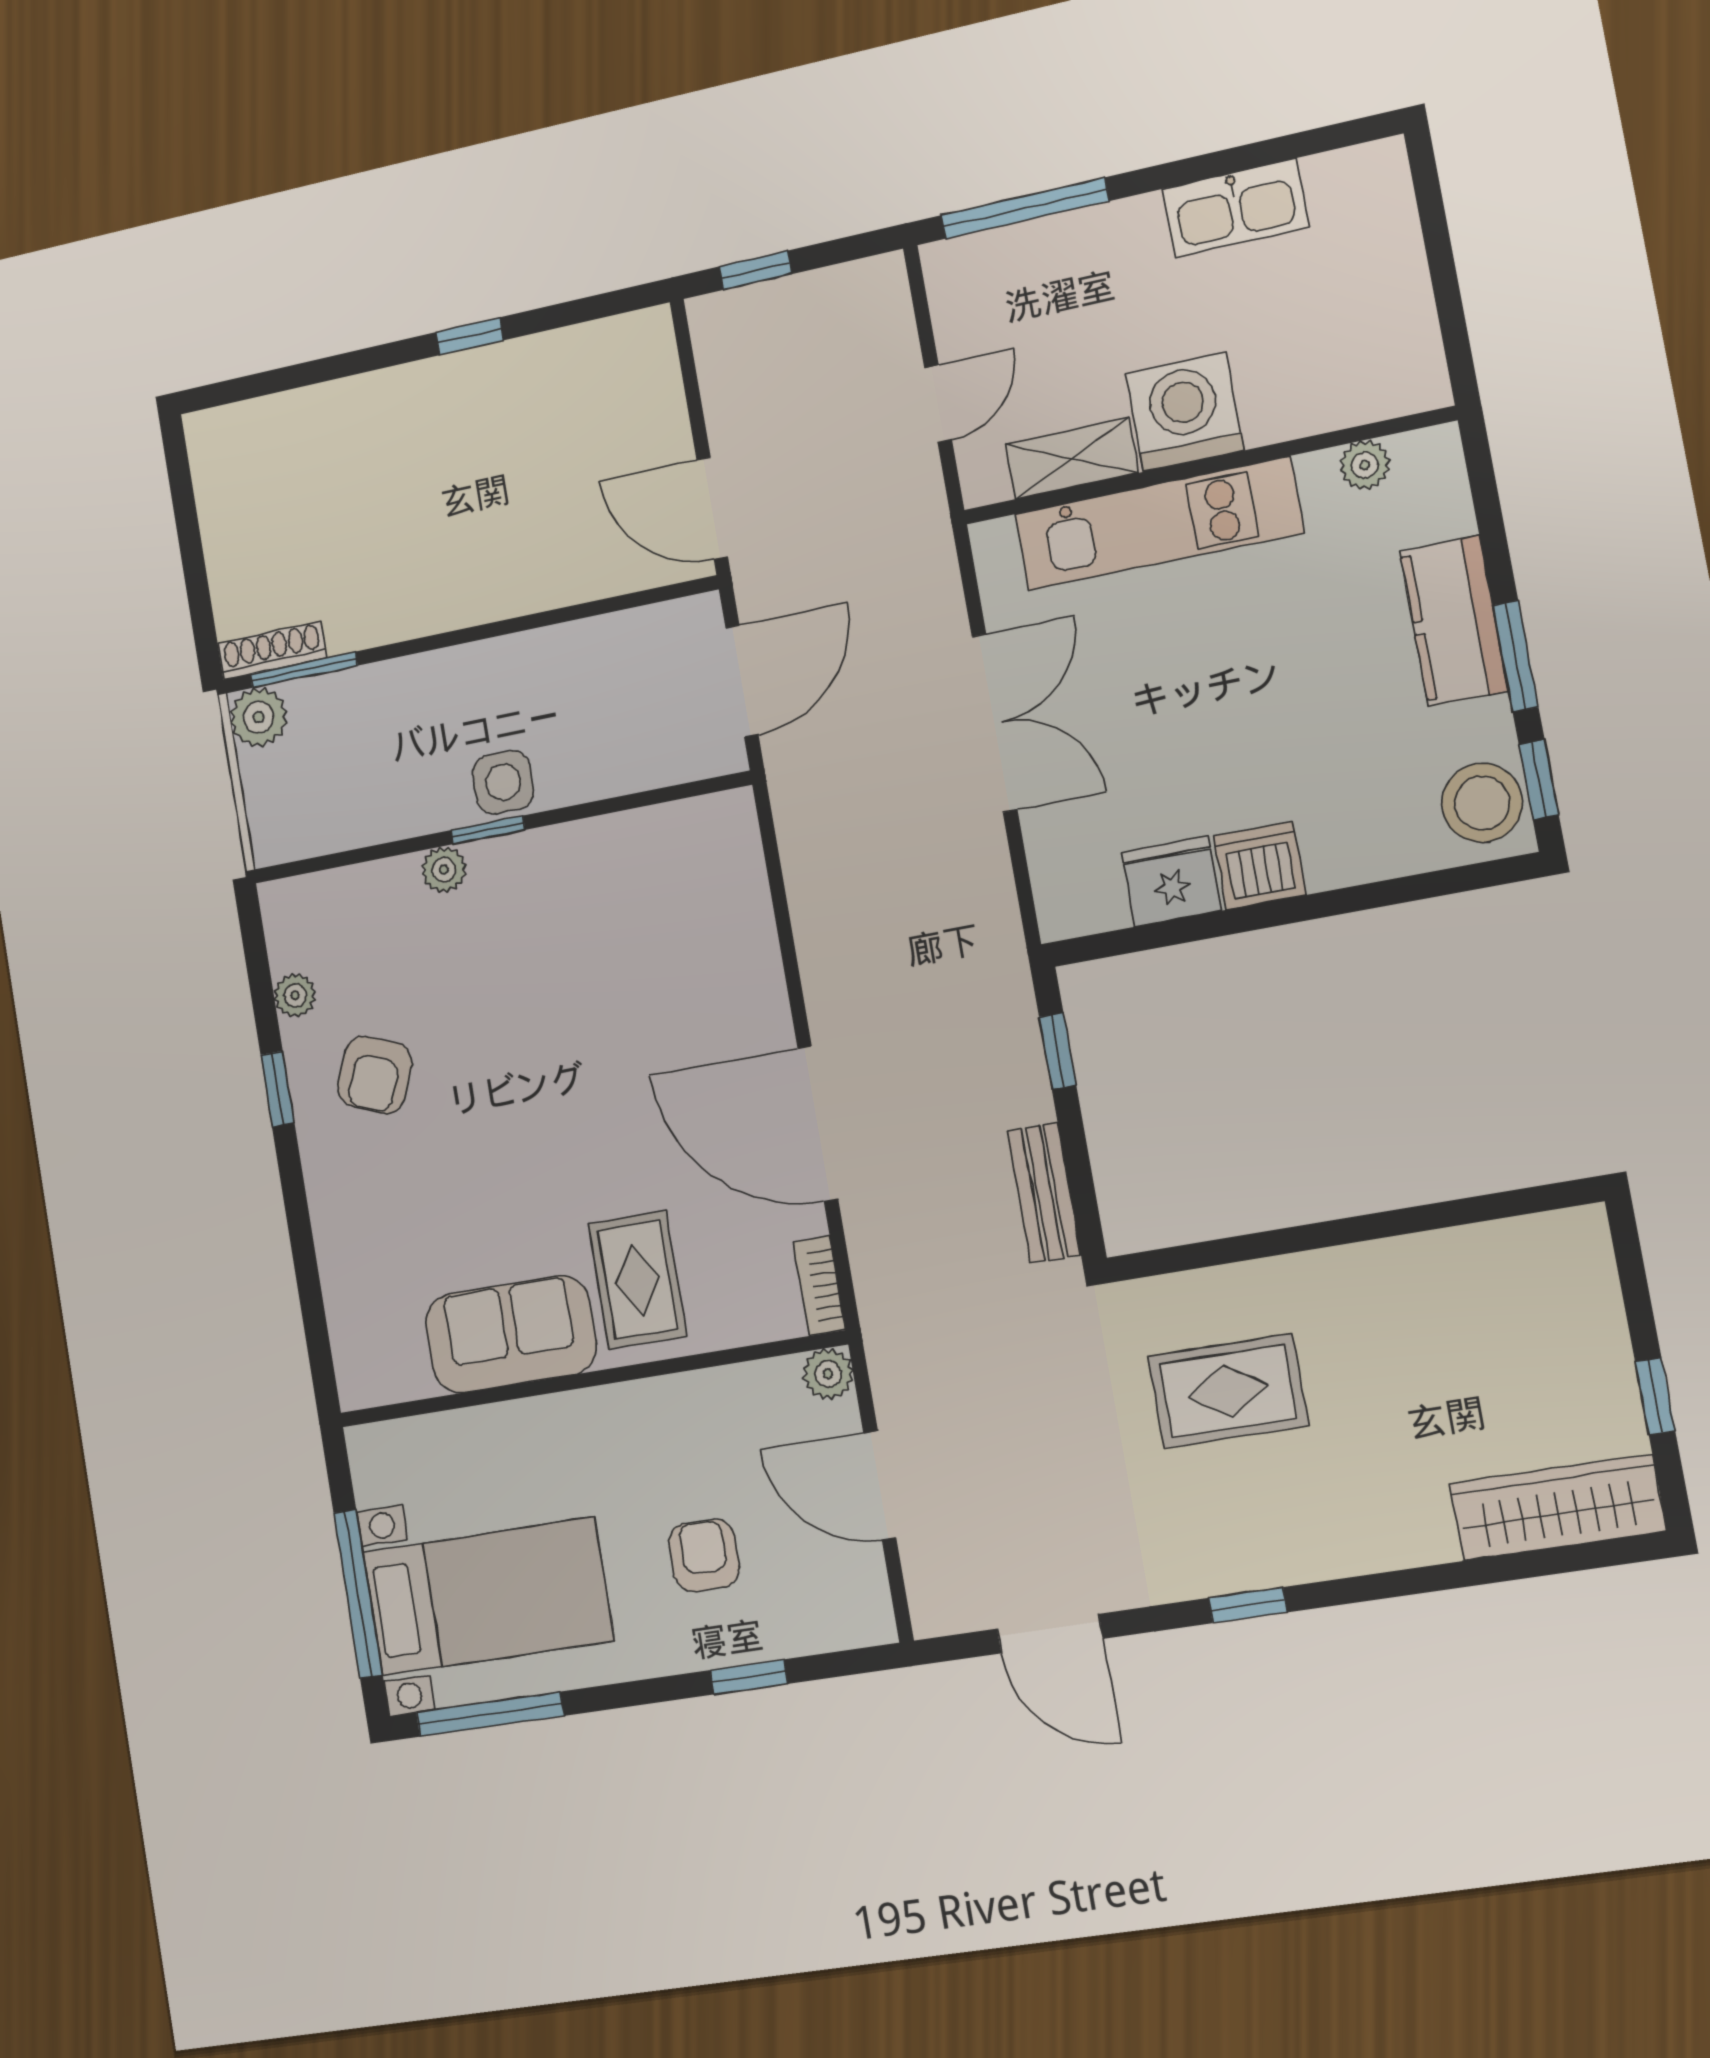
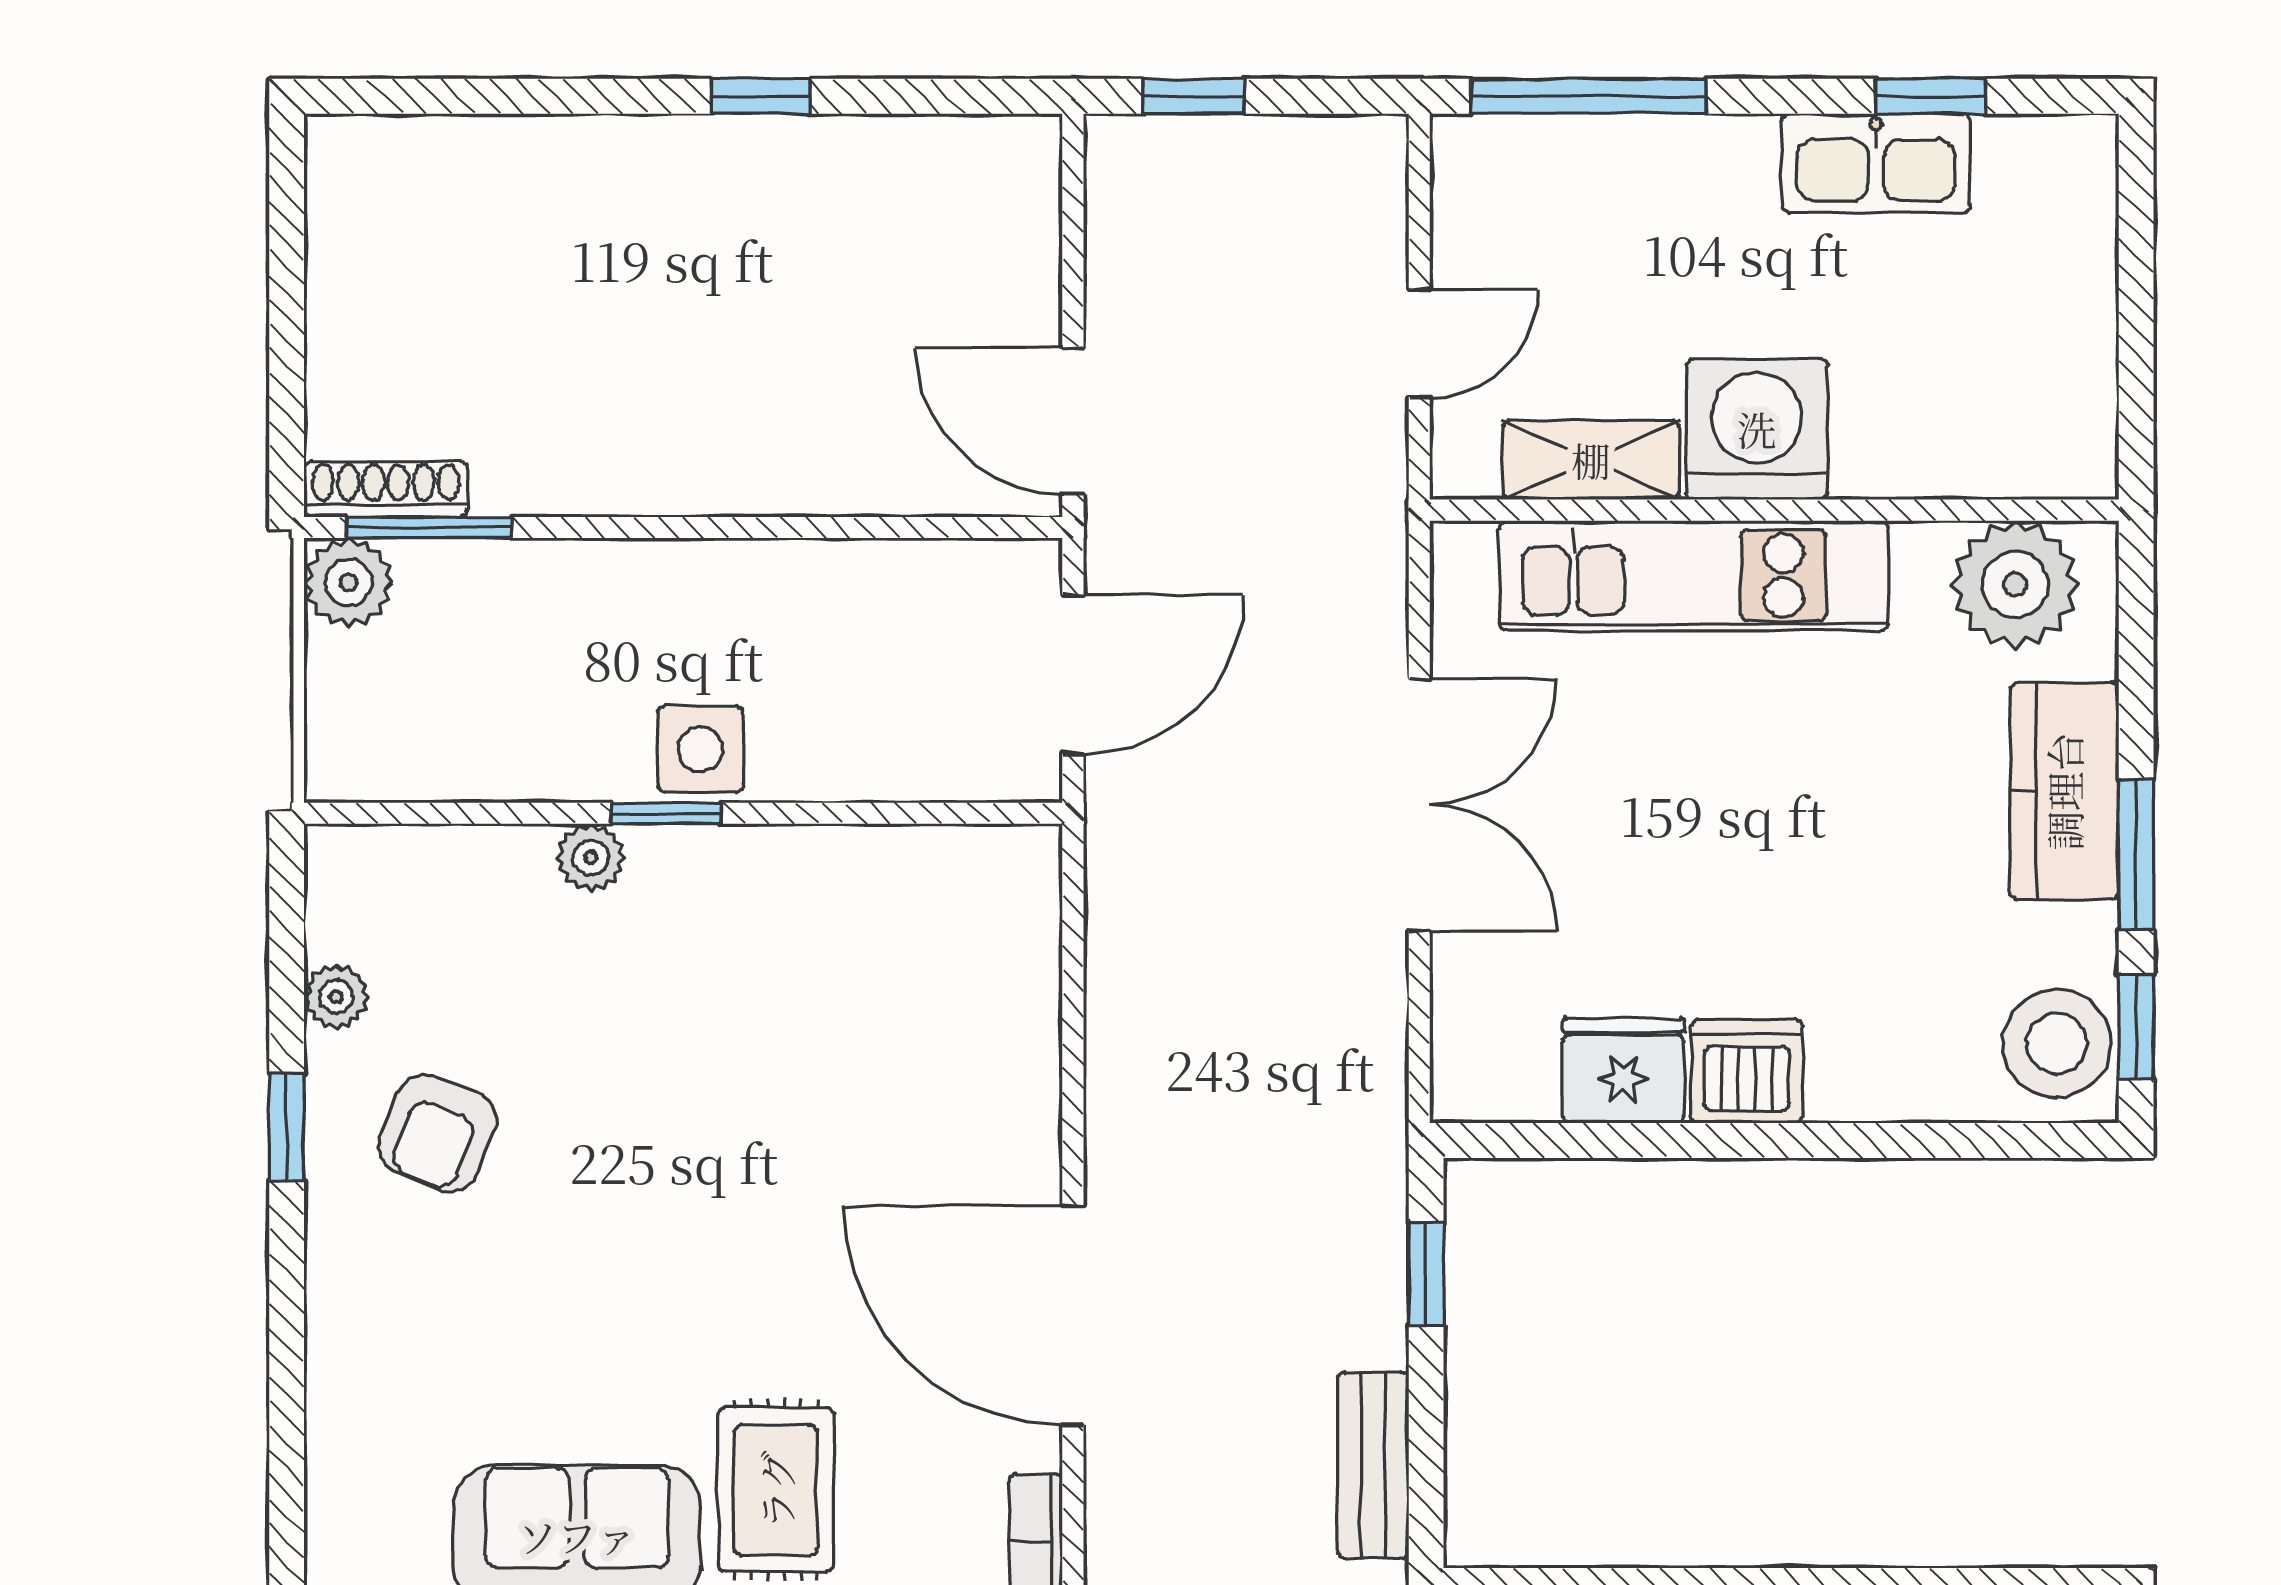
window: (1266, 152) -> (1931, 96), added
plant: (1365, 465) -> (2015, 585), width x1.88, depth x1.88

